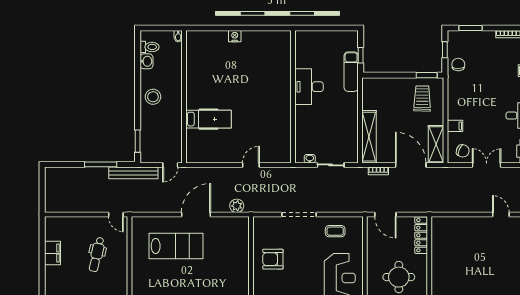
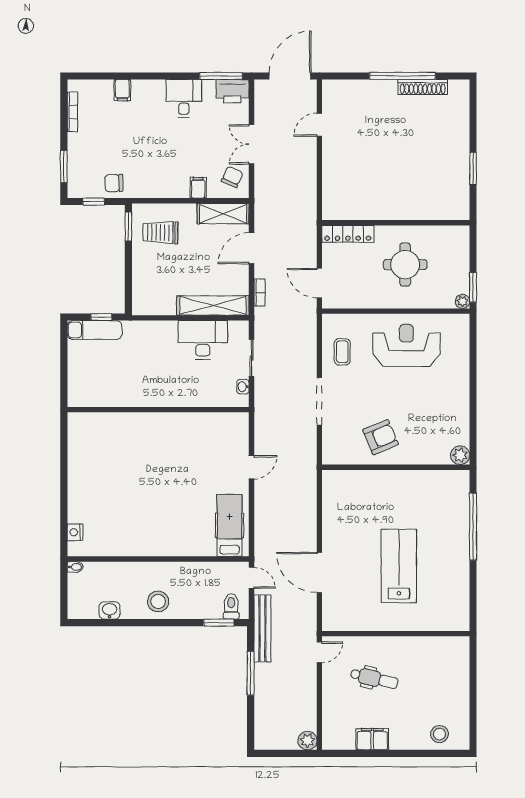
nightstand: (235, 36) -> (75, 532), moved
toilet: (149, 47) -> (231, 606), moved
exam couch: (351, 72) -> (95, 330), moved
desk: (309, 87) -> (203, 340), moved, turned 180
hospital bed: (209, 119) -> (230, 525), moved
door: (251, 165) -> (251, 467), swing flipped
door: (411, 165) -> (251, 248), width x0.73
plant: (237, 206) -> (307, 741), moved
door: (196, 214) -> (319, 572), moved
door: (385, 214) -> (319, 283), swing flipped
lab bench: (176, 246) -> (399, 566), moved
armchair: (273, 259) -> (381, 437), turned -113

